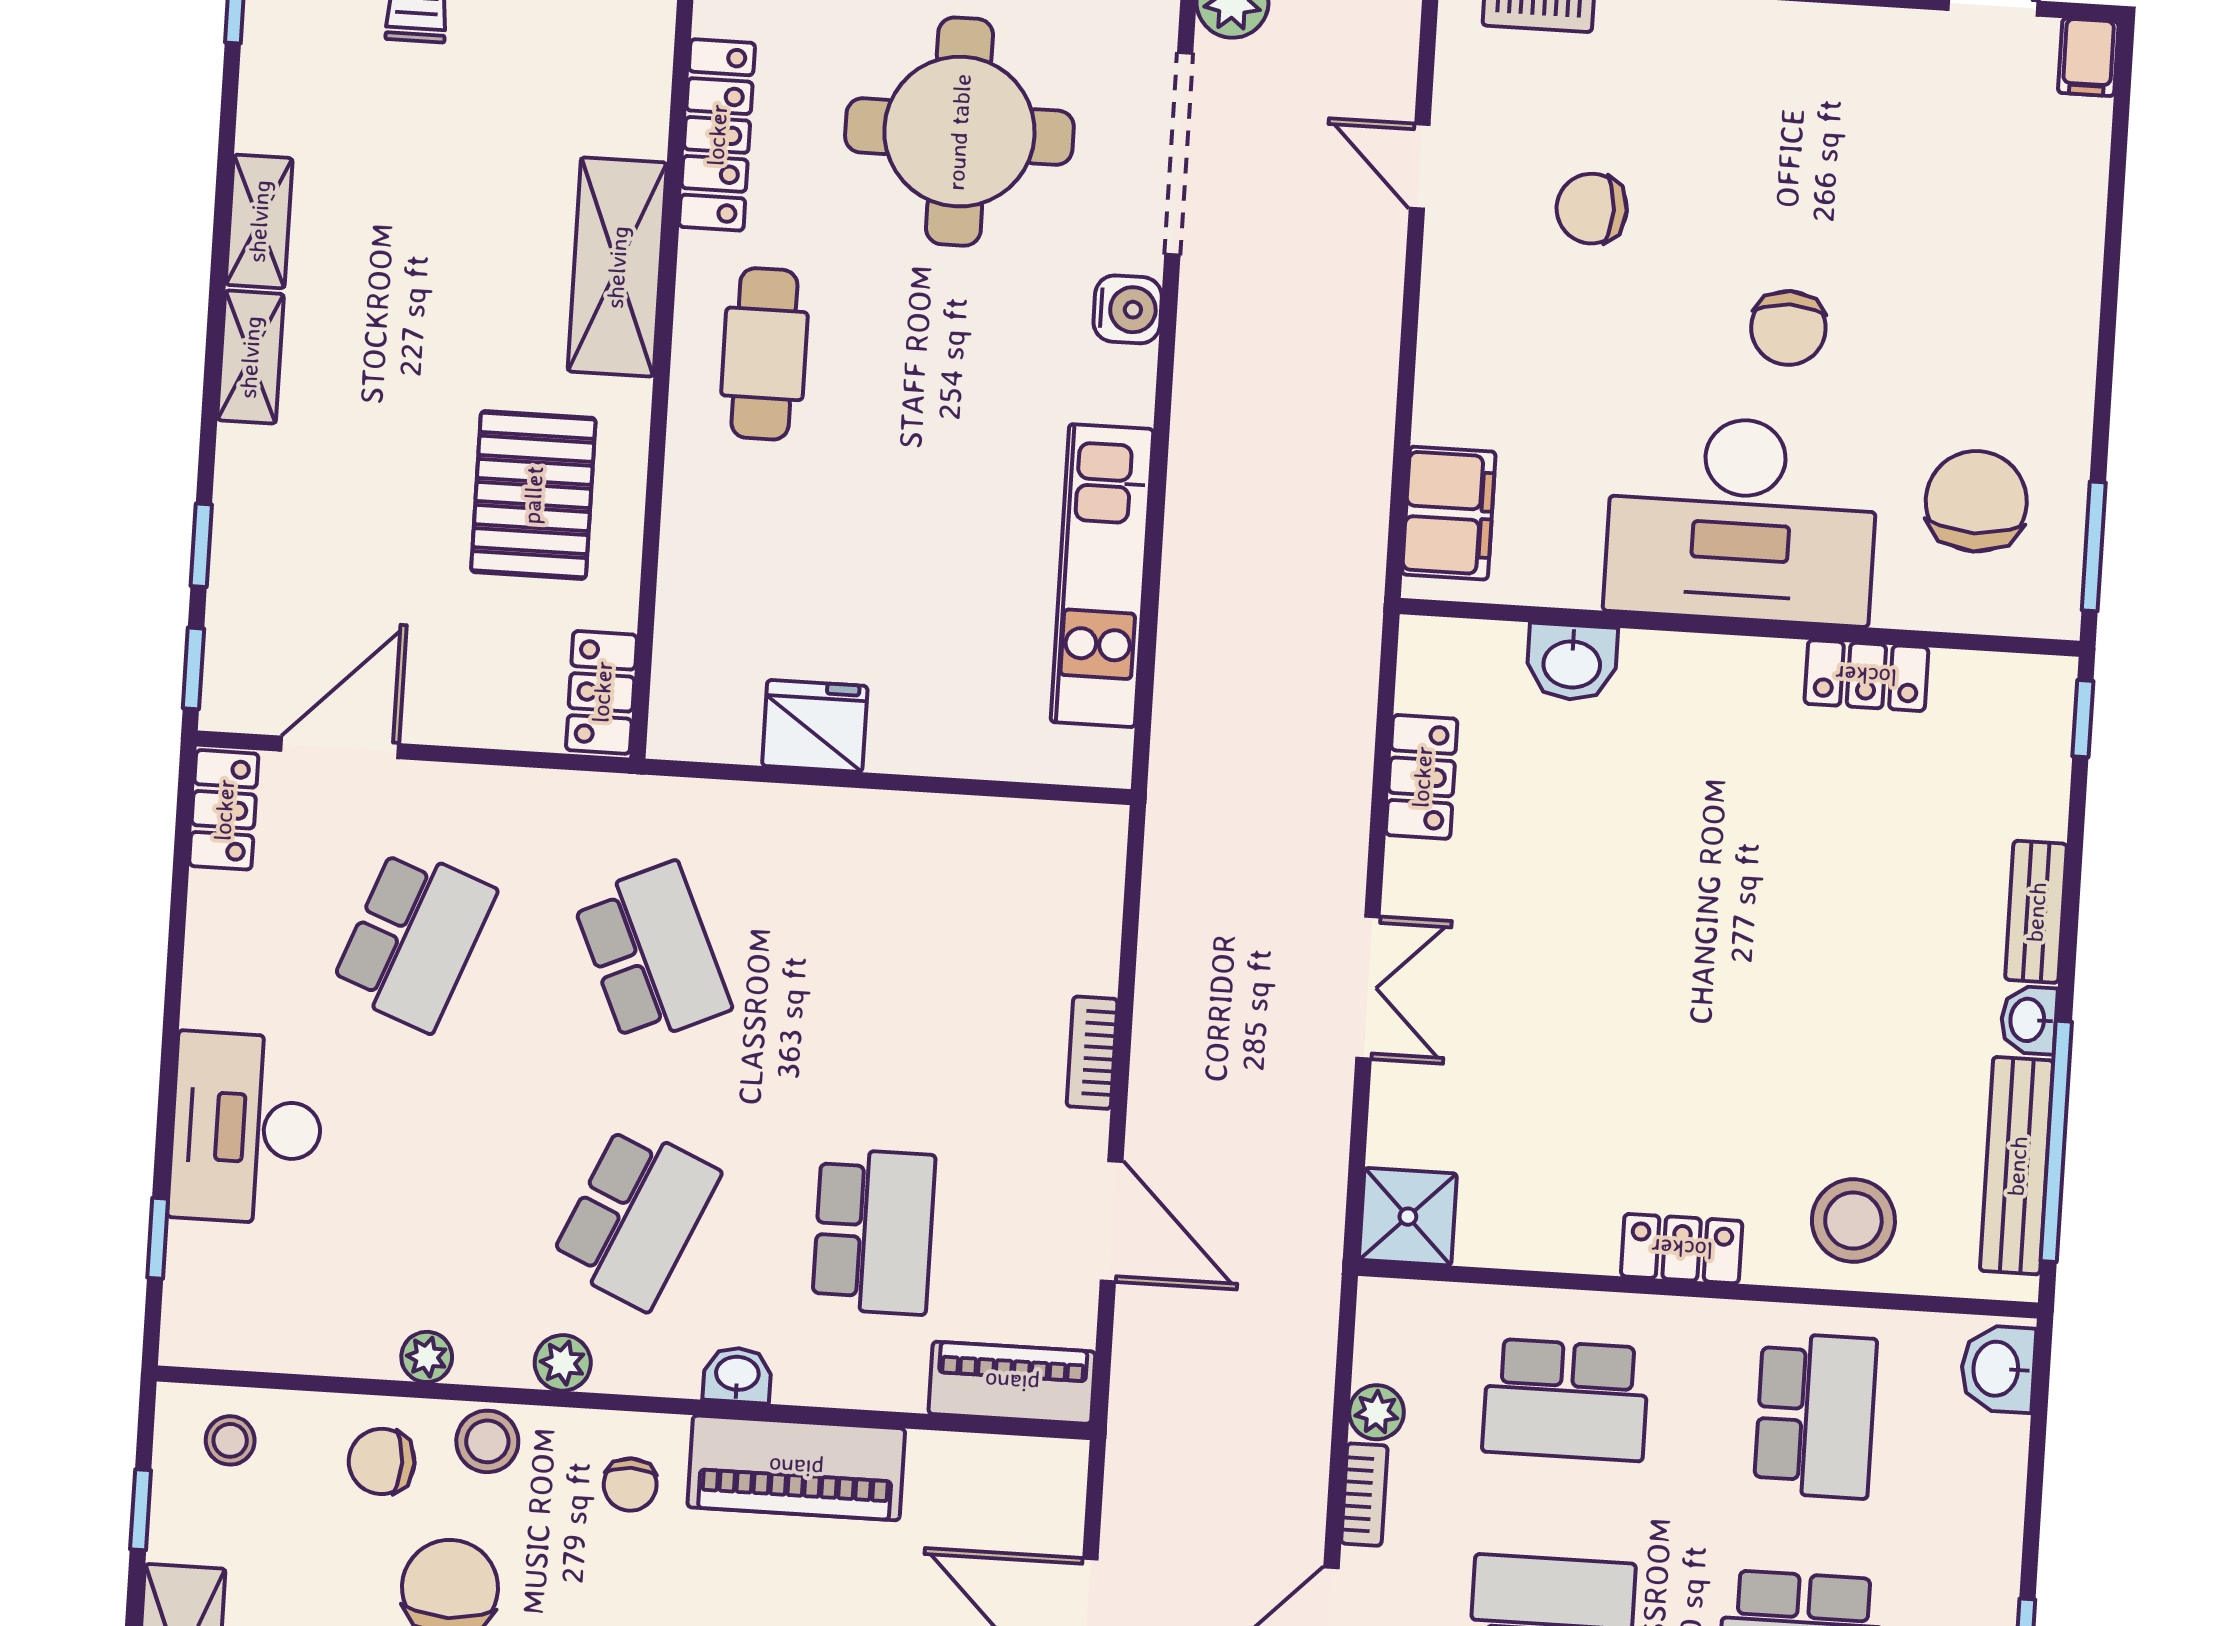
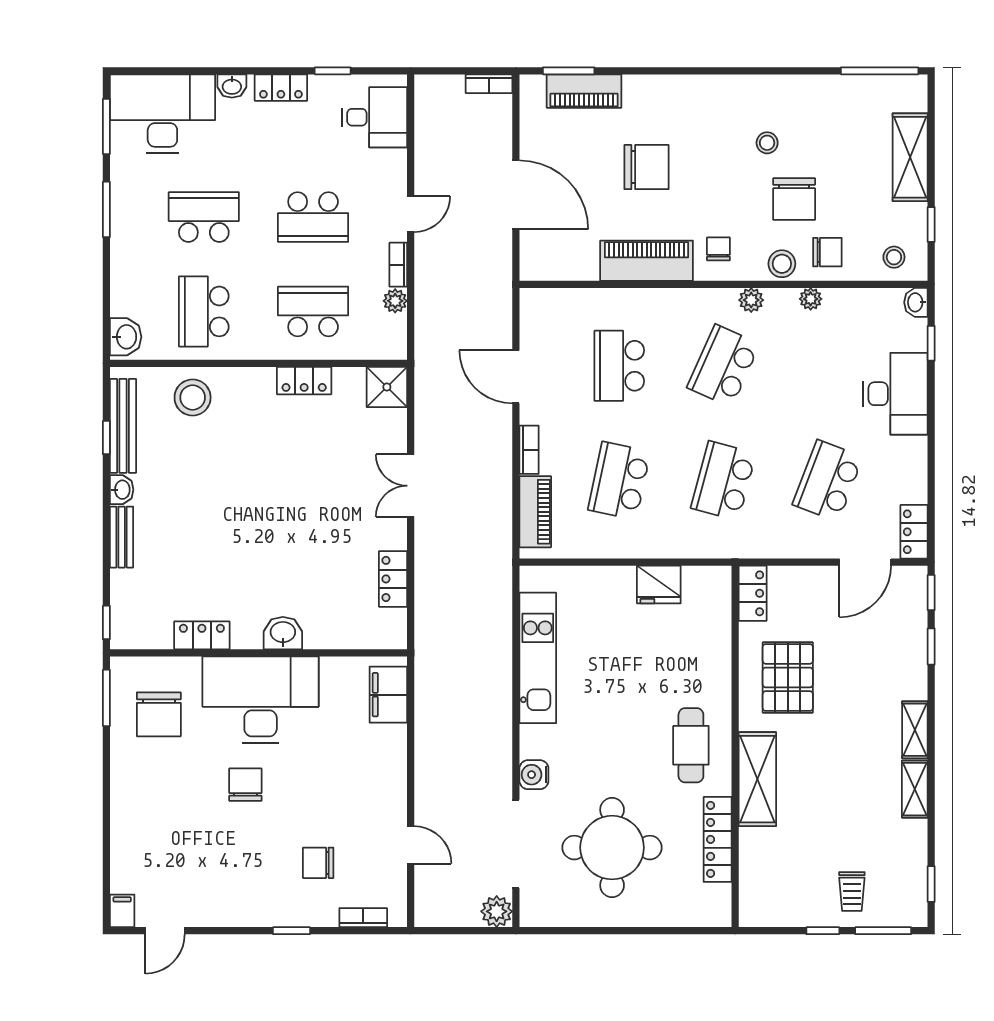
chair: (1592, 209) -> (318, 863), moved, turned 180
washbasin: (1572, 662) -> (283, 633), moved
school desk: (652, 954) -> (723, 481), turned 39
school desk: (890, 969) -> (619, 481), added
window: (2056, 1141) -> (106, 438), width x0.32
locker: (1682, 1249) -> (304, 381), moved
washbasin: (737, 1375) -> (916, 302), moved, turned 90
piano: (1012, 1383) -> (535, 512), moved, turned -90

